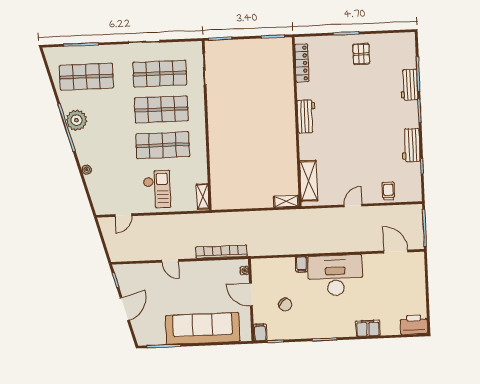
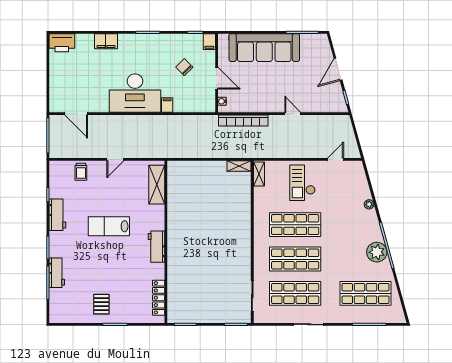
lab bench: (357, 135) -> (109, 226), added
shelving: (286, 201) -> (239, 166), moved

